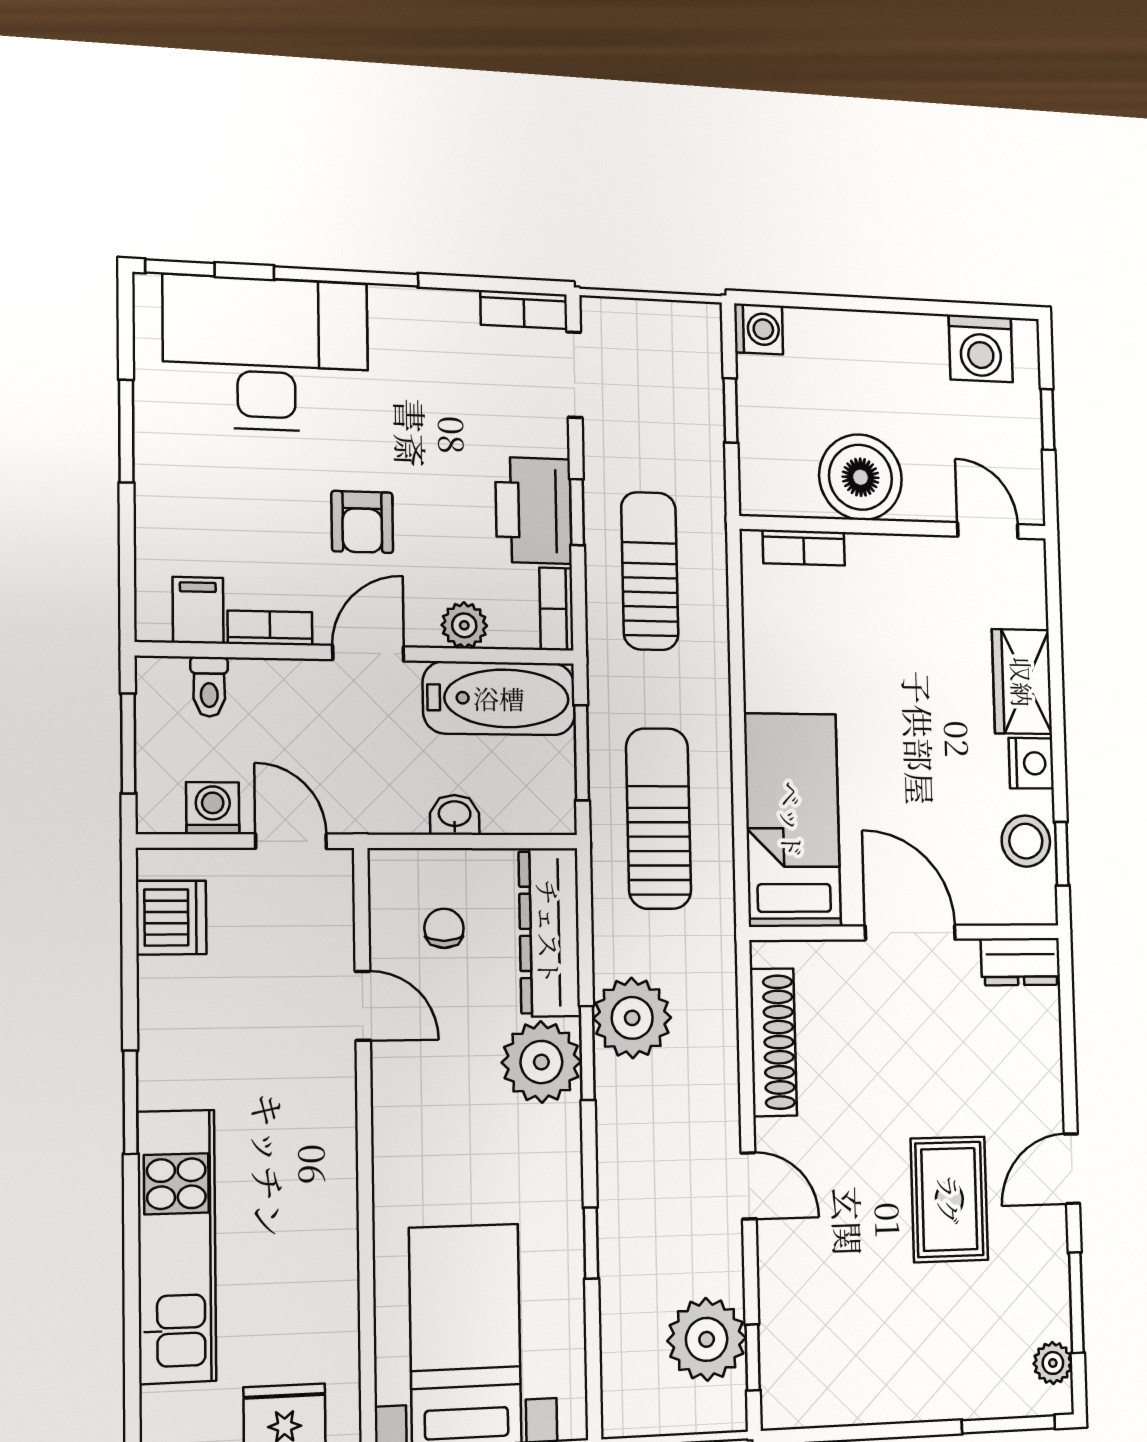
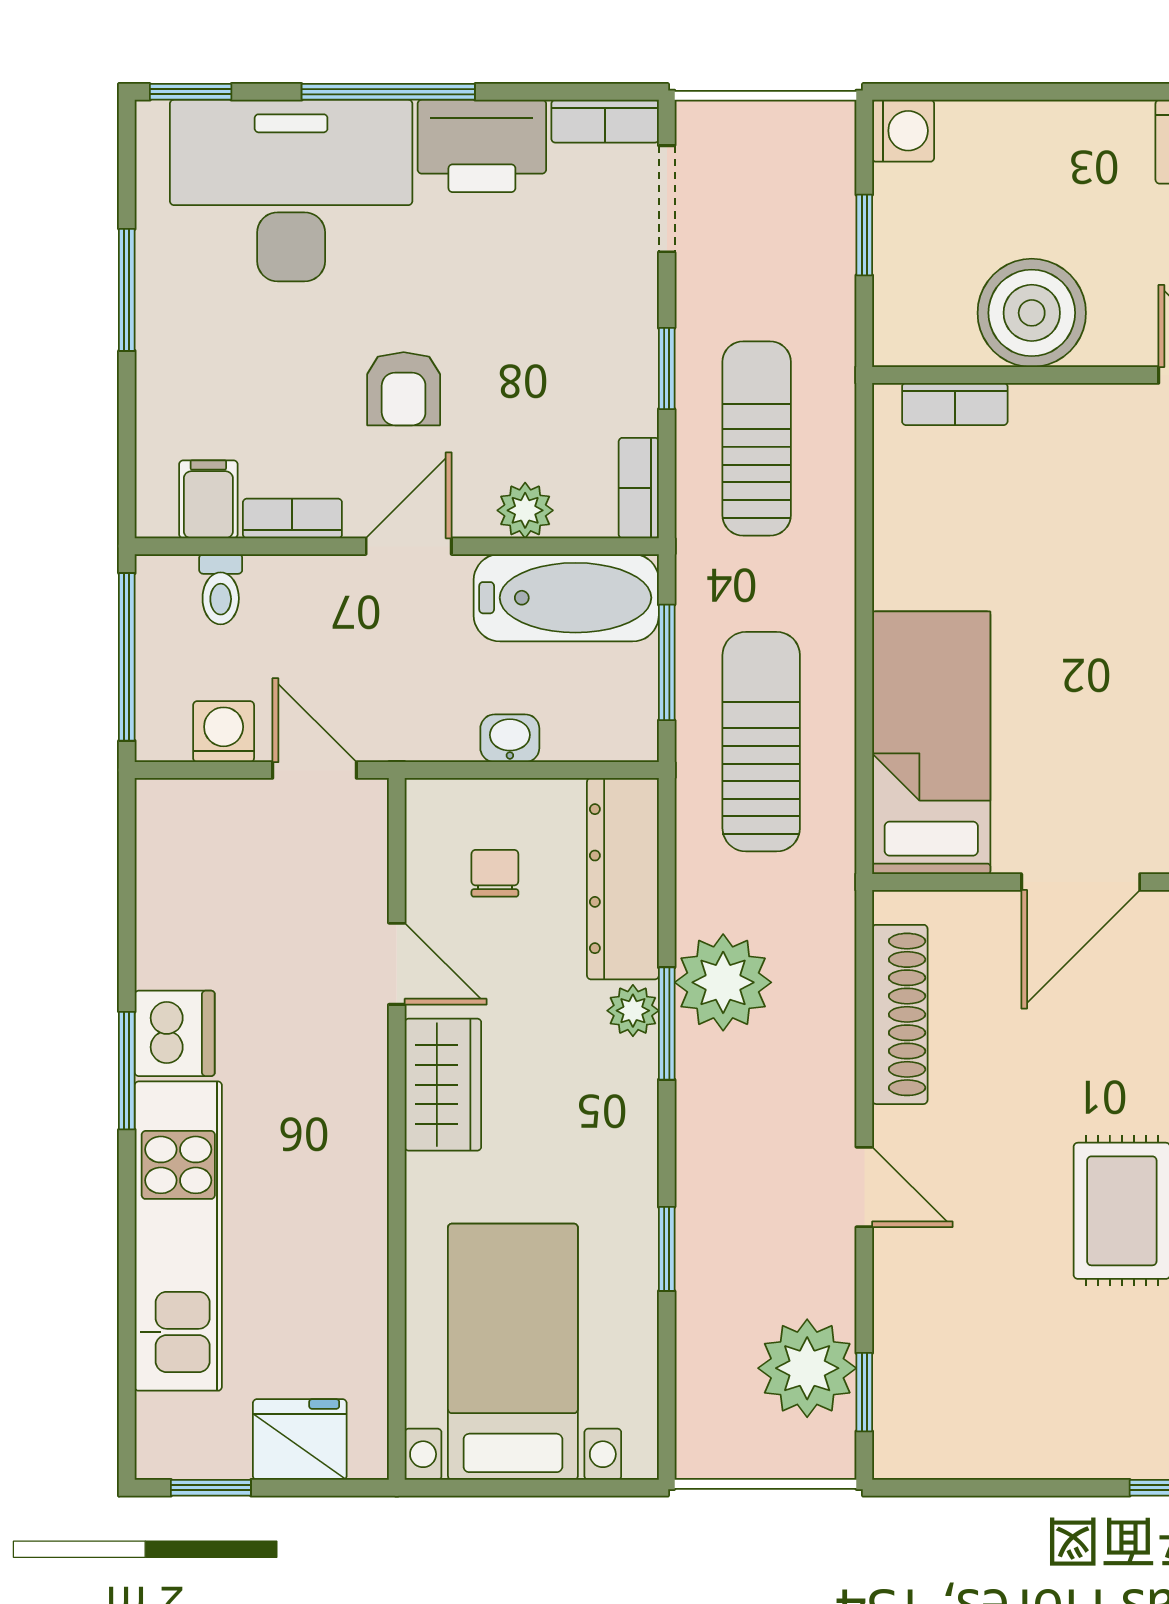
printer: (534, 510) -> (482, 146), moved, turned -90
window: (128, 743) -> (127, 657), width x1.44
dishwasher: (171, 917) -> (175, 1033), moved
door: (910, 933) -> (1081, 882), swing flipped
plant: (541, 1062) -> (633, 1011), width x0.53, depth x0.53
wardrobe: (403, 1108) -> (443, 1085), added

